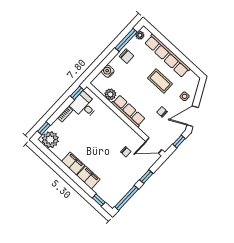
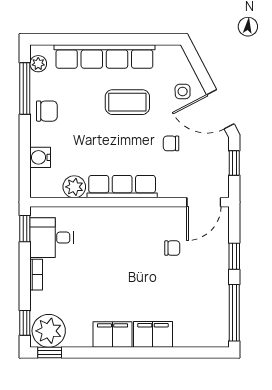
door: (193, 116) -> (220, 109), hinge flipped
window: (99, 200) -> (50, 352), moved

